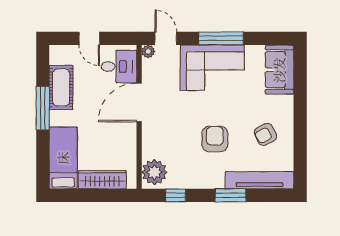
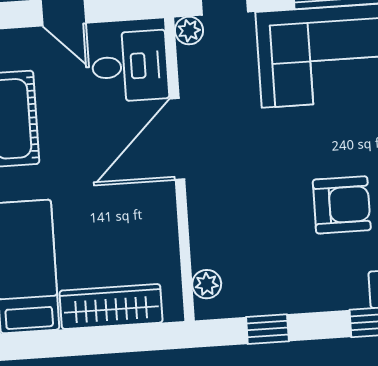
armchair: (215, 139) -> (342, 205), turned 90
plant: (154, 172) -> (207, 284), width x0.53, depth x0.53

